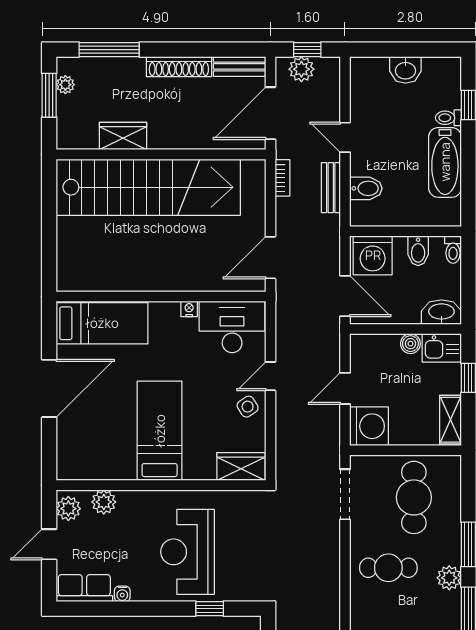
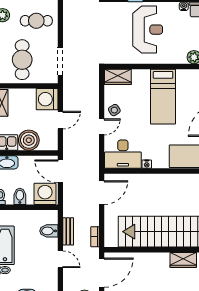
boiler: (410, 344) -> (29, 140), width x1.86, depth x1.86

